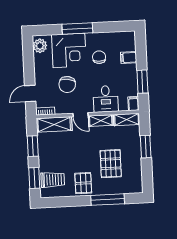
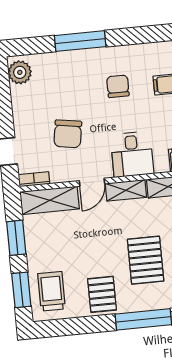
corner desk: (69, 50) -> (68, 78), removed
door: (80, 115) -> (92, 182), hinge flipped
trolley: (53, 180) -> (51, 291), turned -90

